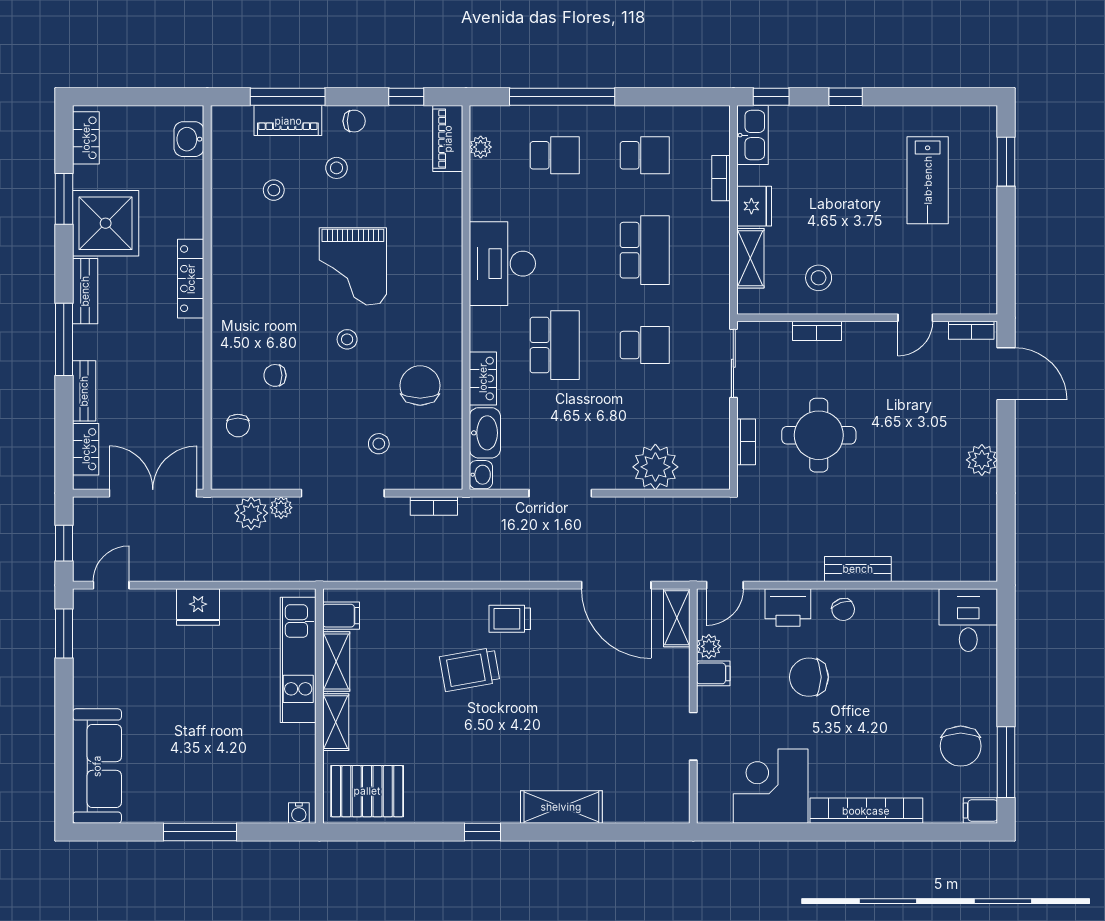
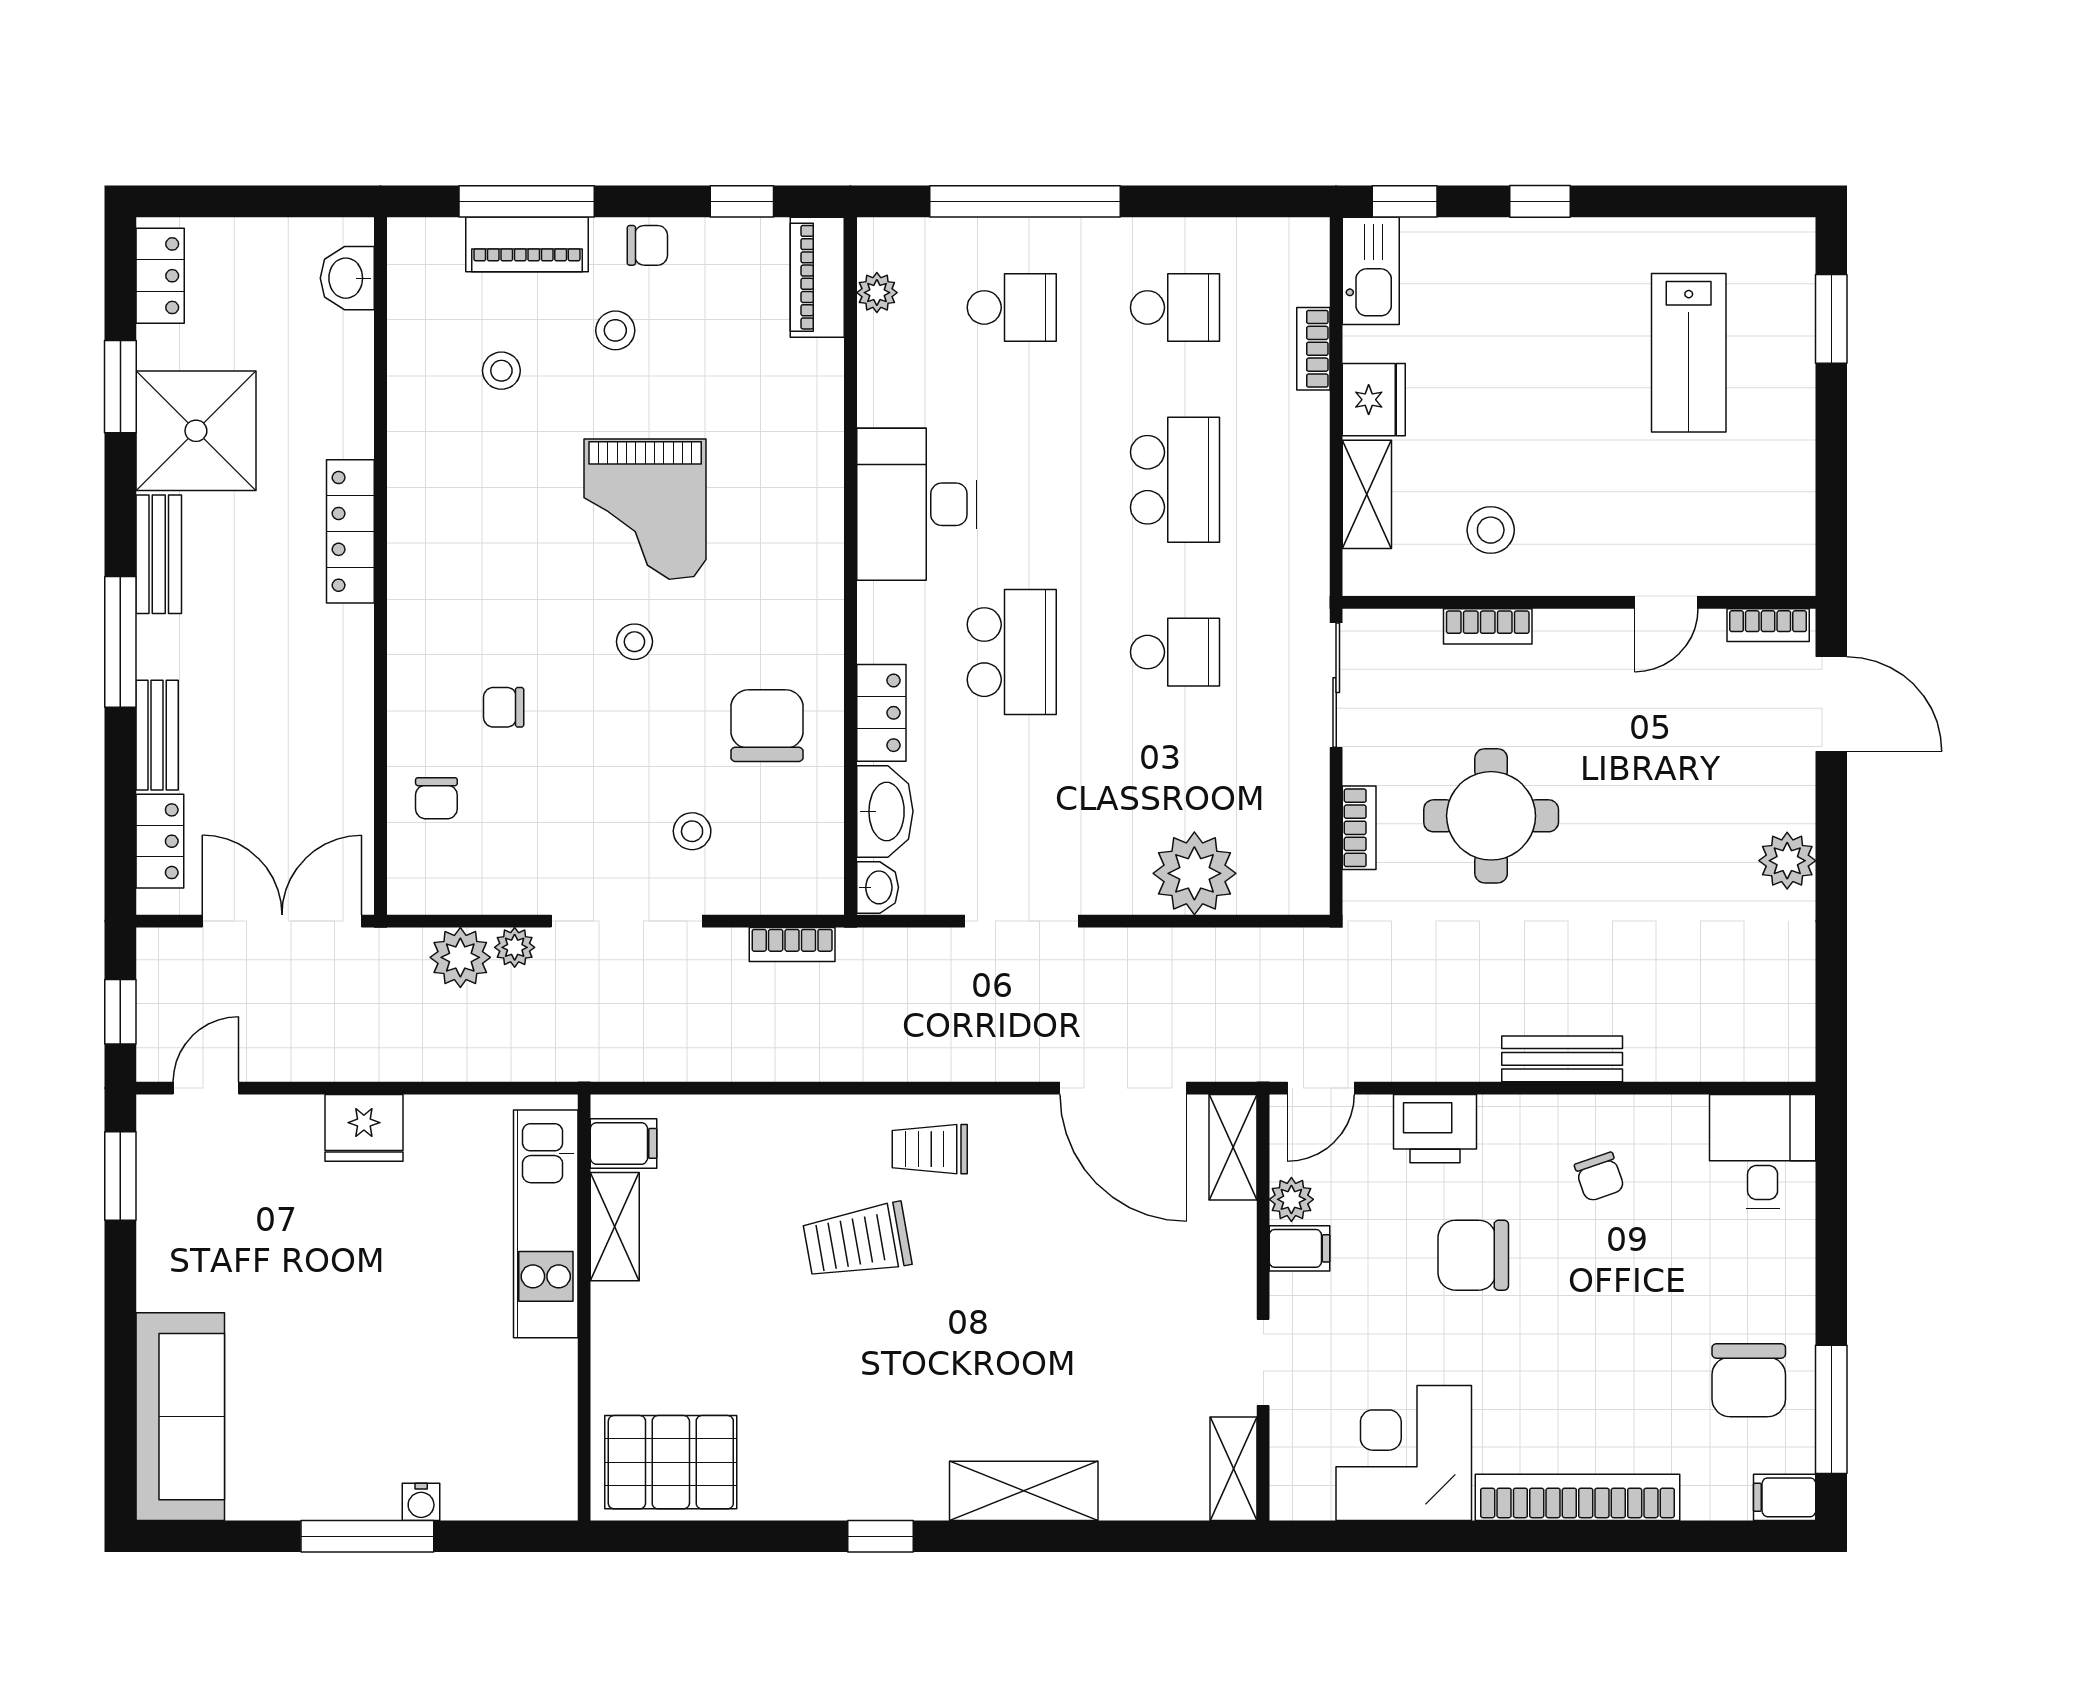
chair: (843, 609) -> (1599, 1177), moved
shelving: (336, 722) -> (1233, 1469), moved
water cooler: (299, 813) -> (421, 1502), moved

